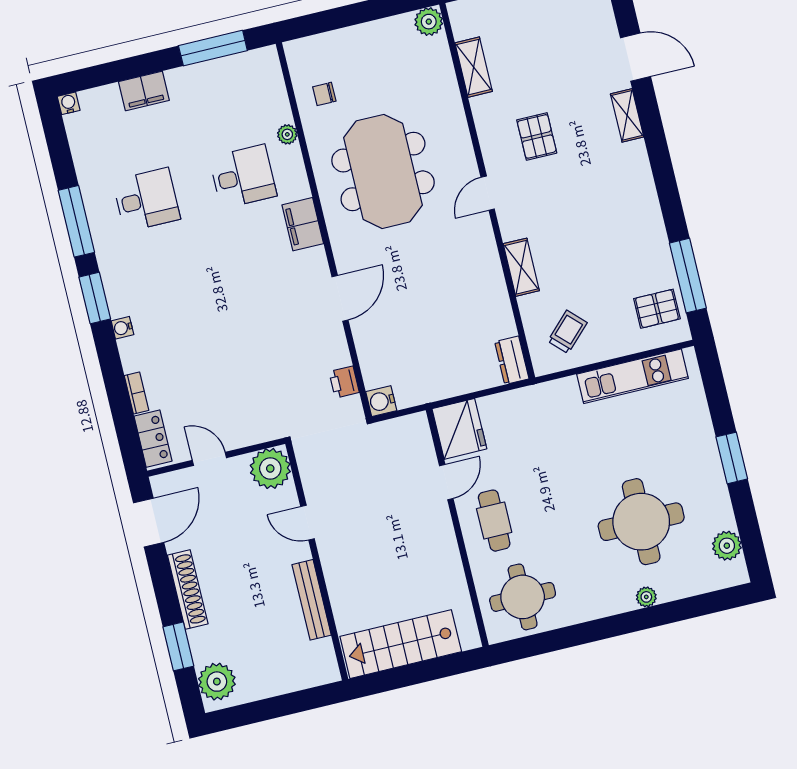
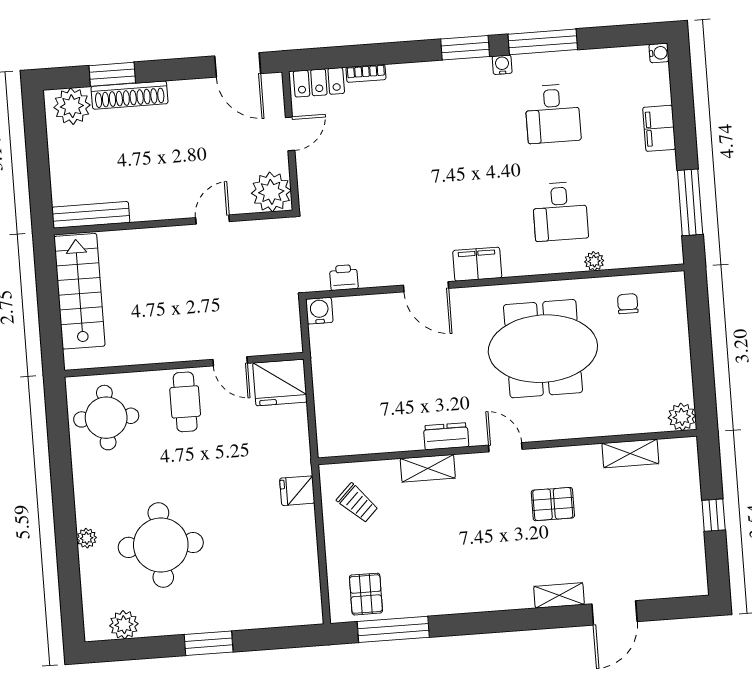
filing cabinet: (303, 224) -> (477, 264), moved
water cooler: (122, 328) -> (502, 65), moved
dresser: (512, 360) -> (446, 436), moved
kitchen unit: (633, 376) -> (304, 560), removed
fridge: (565, 394) -> (297, 491), added
cafe table: (494, 521) -> (185, 402), turned 90
shoe rack: (188, 590) -> (129, 95), moved
bench: (312, 600) -> (91, 215), moved

